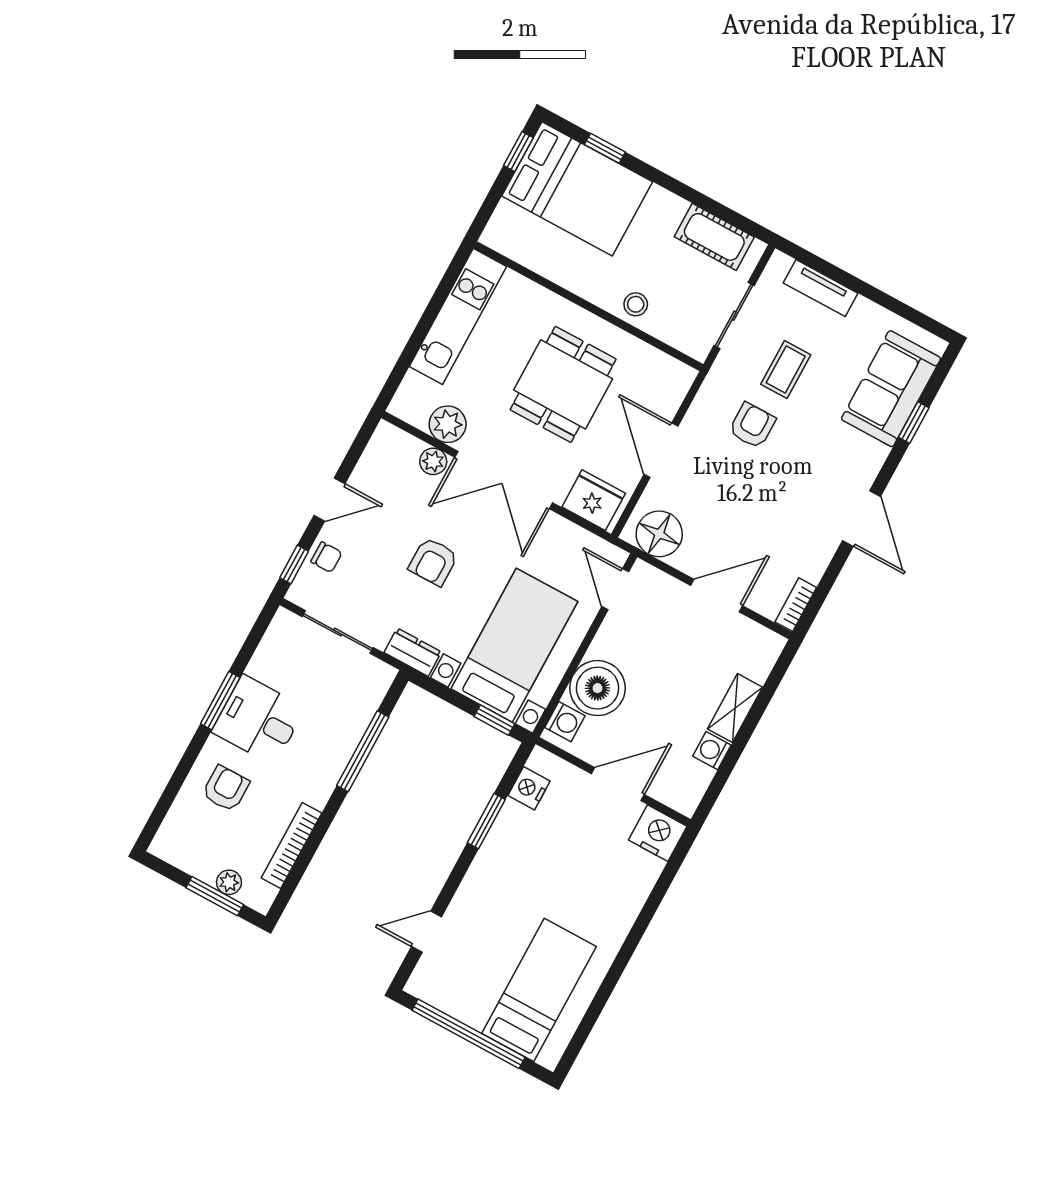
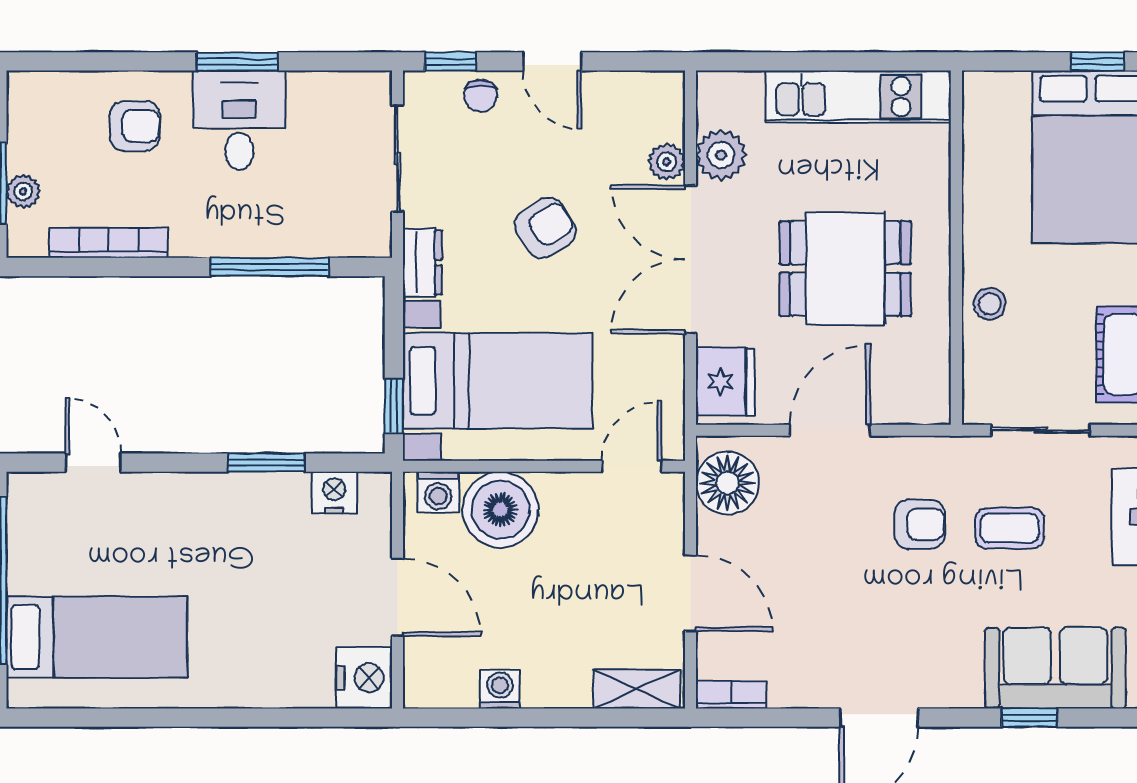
armchair: (433, 562) -> (545, 228), turned 147
shelving: (735, 708) -> (637, 689), moved

